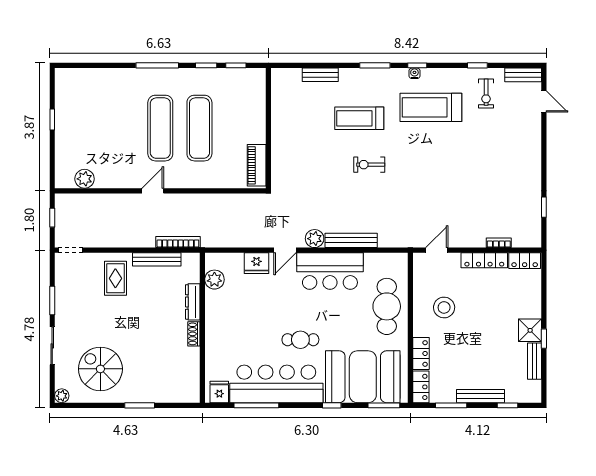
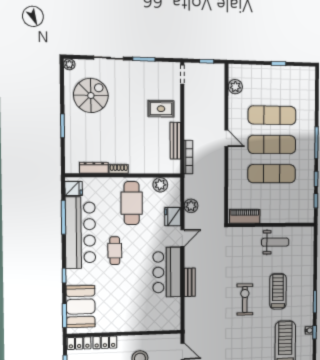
bench: (320, 75) -> (309, 262), removed
weight bench: (292, 123) -> (275, 242), added
exercise mat: (121, 128) -> (272, 115), added
exercise bike: (369, 165) -> (245, 300), width x1.38, depth x1.39
plant: (315, 239) -> (191, 206), moved
bench: (351, 240) -> (190, 282), width x0.73
door: (285, 250) -> (182, 238), swing flipped
dresser: (193, 302) -> (94, 168), moved
cafe table: (387, 306) -> (132, 203), moved, turned 90
booth: (363, 377) -> (81, 307), width x0.73, depth x0.70

